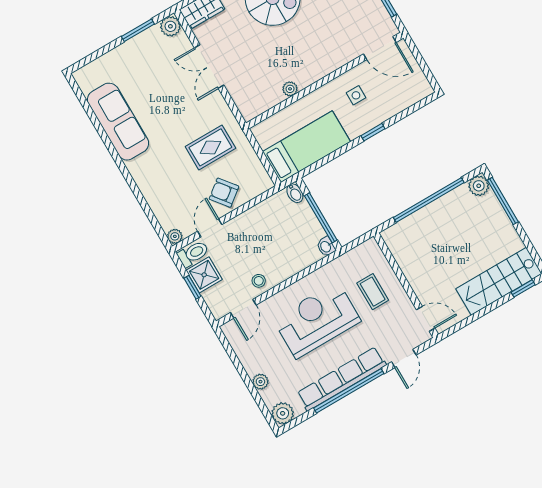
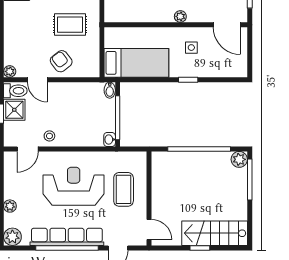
plant: (290, 89) -> (180, 16), moved
door: (210, 228) -> (37, 80), swing flipped
window: (523, 288) -> (200, 248), moved
coffee table: (373, 292) -> (124, 189), width x1.36, depth x1.30

